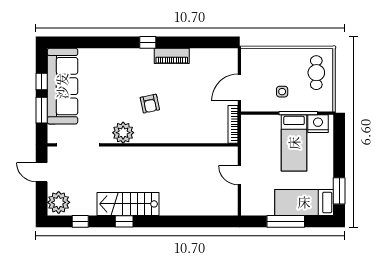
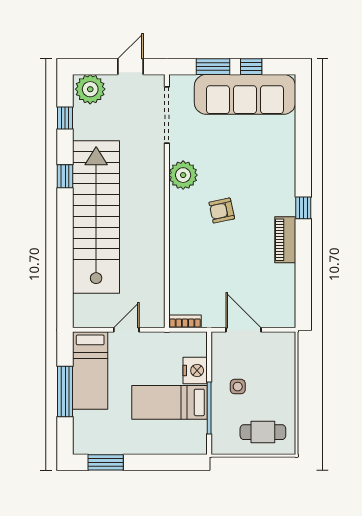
bookcase: (233, 124) -> (185, 321), width x0.64
nightstand: (318, 124) -> (195, 371), moved
bed: (304, 202) -> (90, 371), moved, turned 180
stairs: (128, 204) -> (96, 217), width x1.86, depth x1.51

